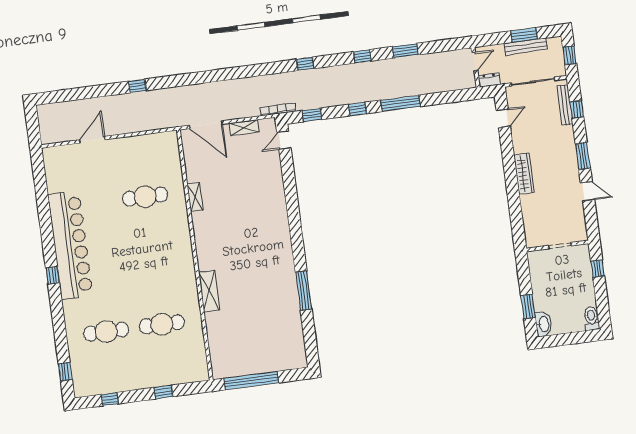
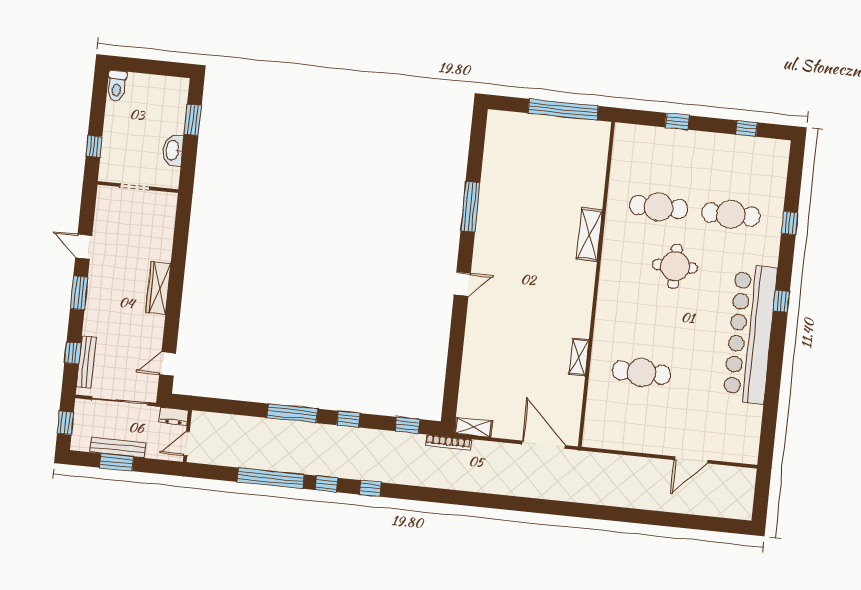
window: (405, 51) -> (271, 478), width x2.11
window: (305, 64) -> (370, 488), moved
window: (137, 86) -> (618, 514), removed
shelving: (244, 128) -> (473, 427), moved
door: (284, 140) -> (462, 284), moved
round table: (139, 283) -> (675, 266), added
washbasin: (544, 324) -> (173, 150), moved
window: (65, 372) -> (790, 223), moved

